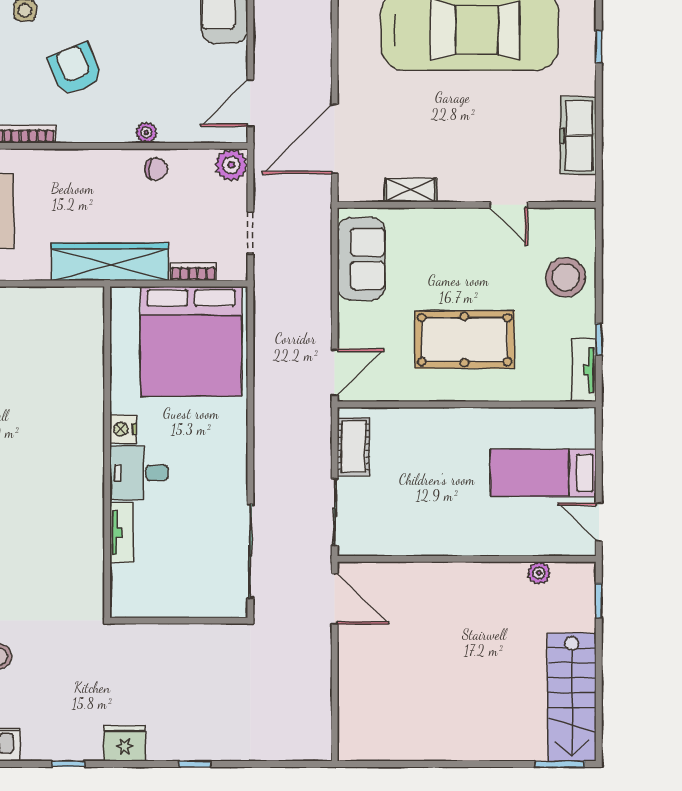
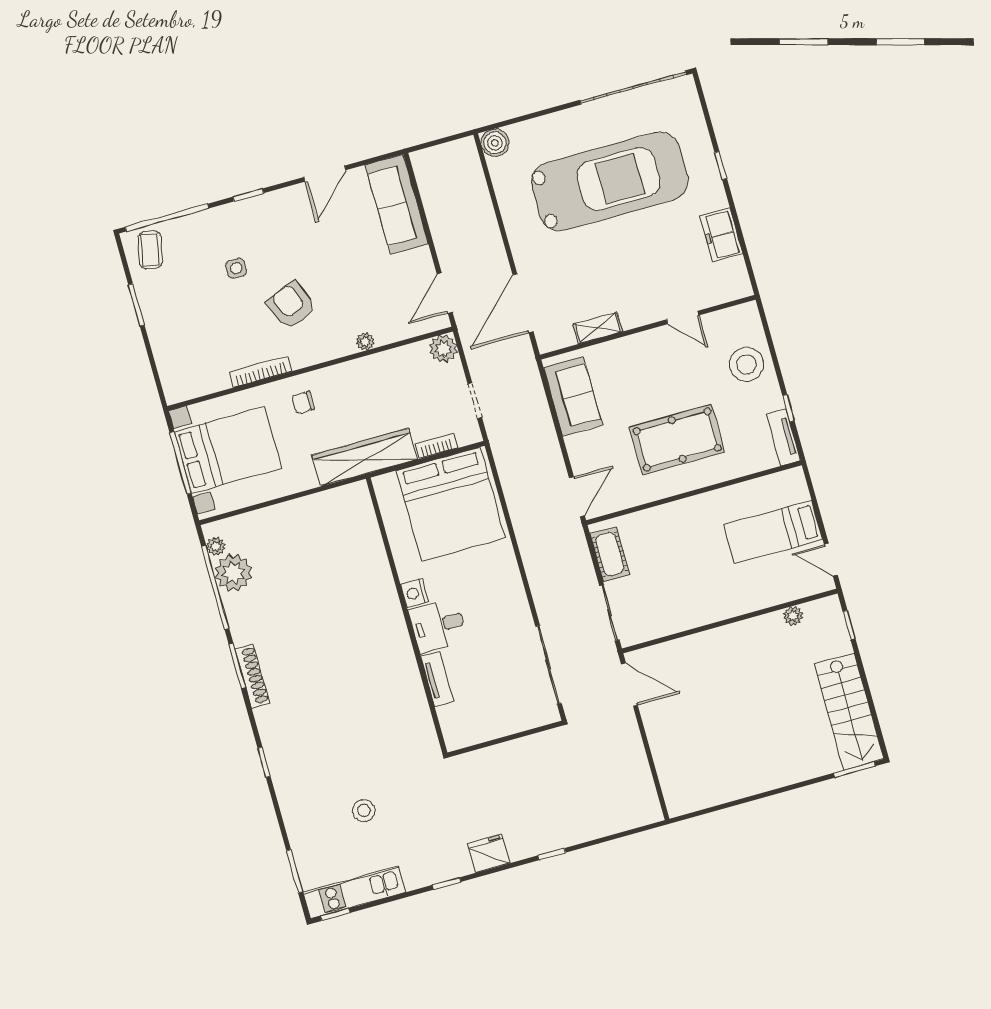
freezer: (578, 136) -> (721, 235), width x0.71
chair: (156, 169) -> (303, 402), moved, turned 180

